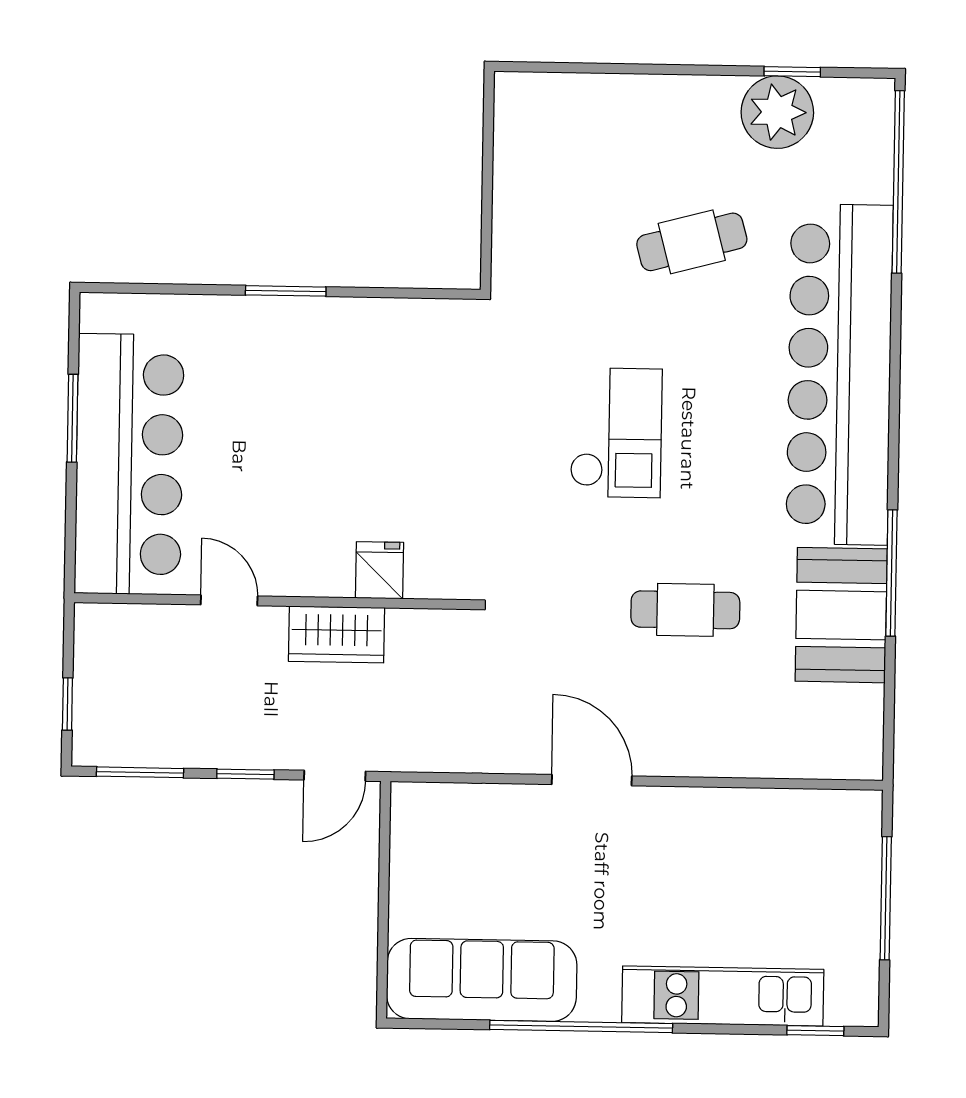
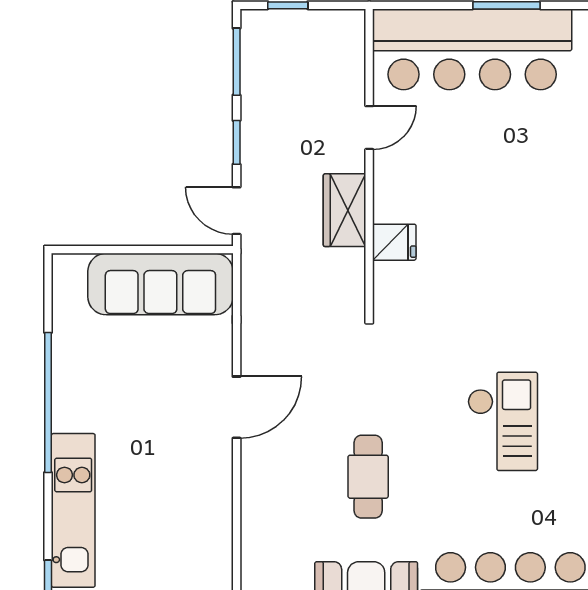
checkout: (616, 433) -> (503, 421), turned -90
sofa: (482, 980) -> (160, 284), moved, turned 90

